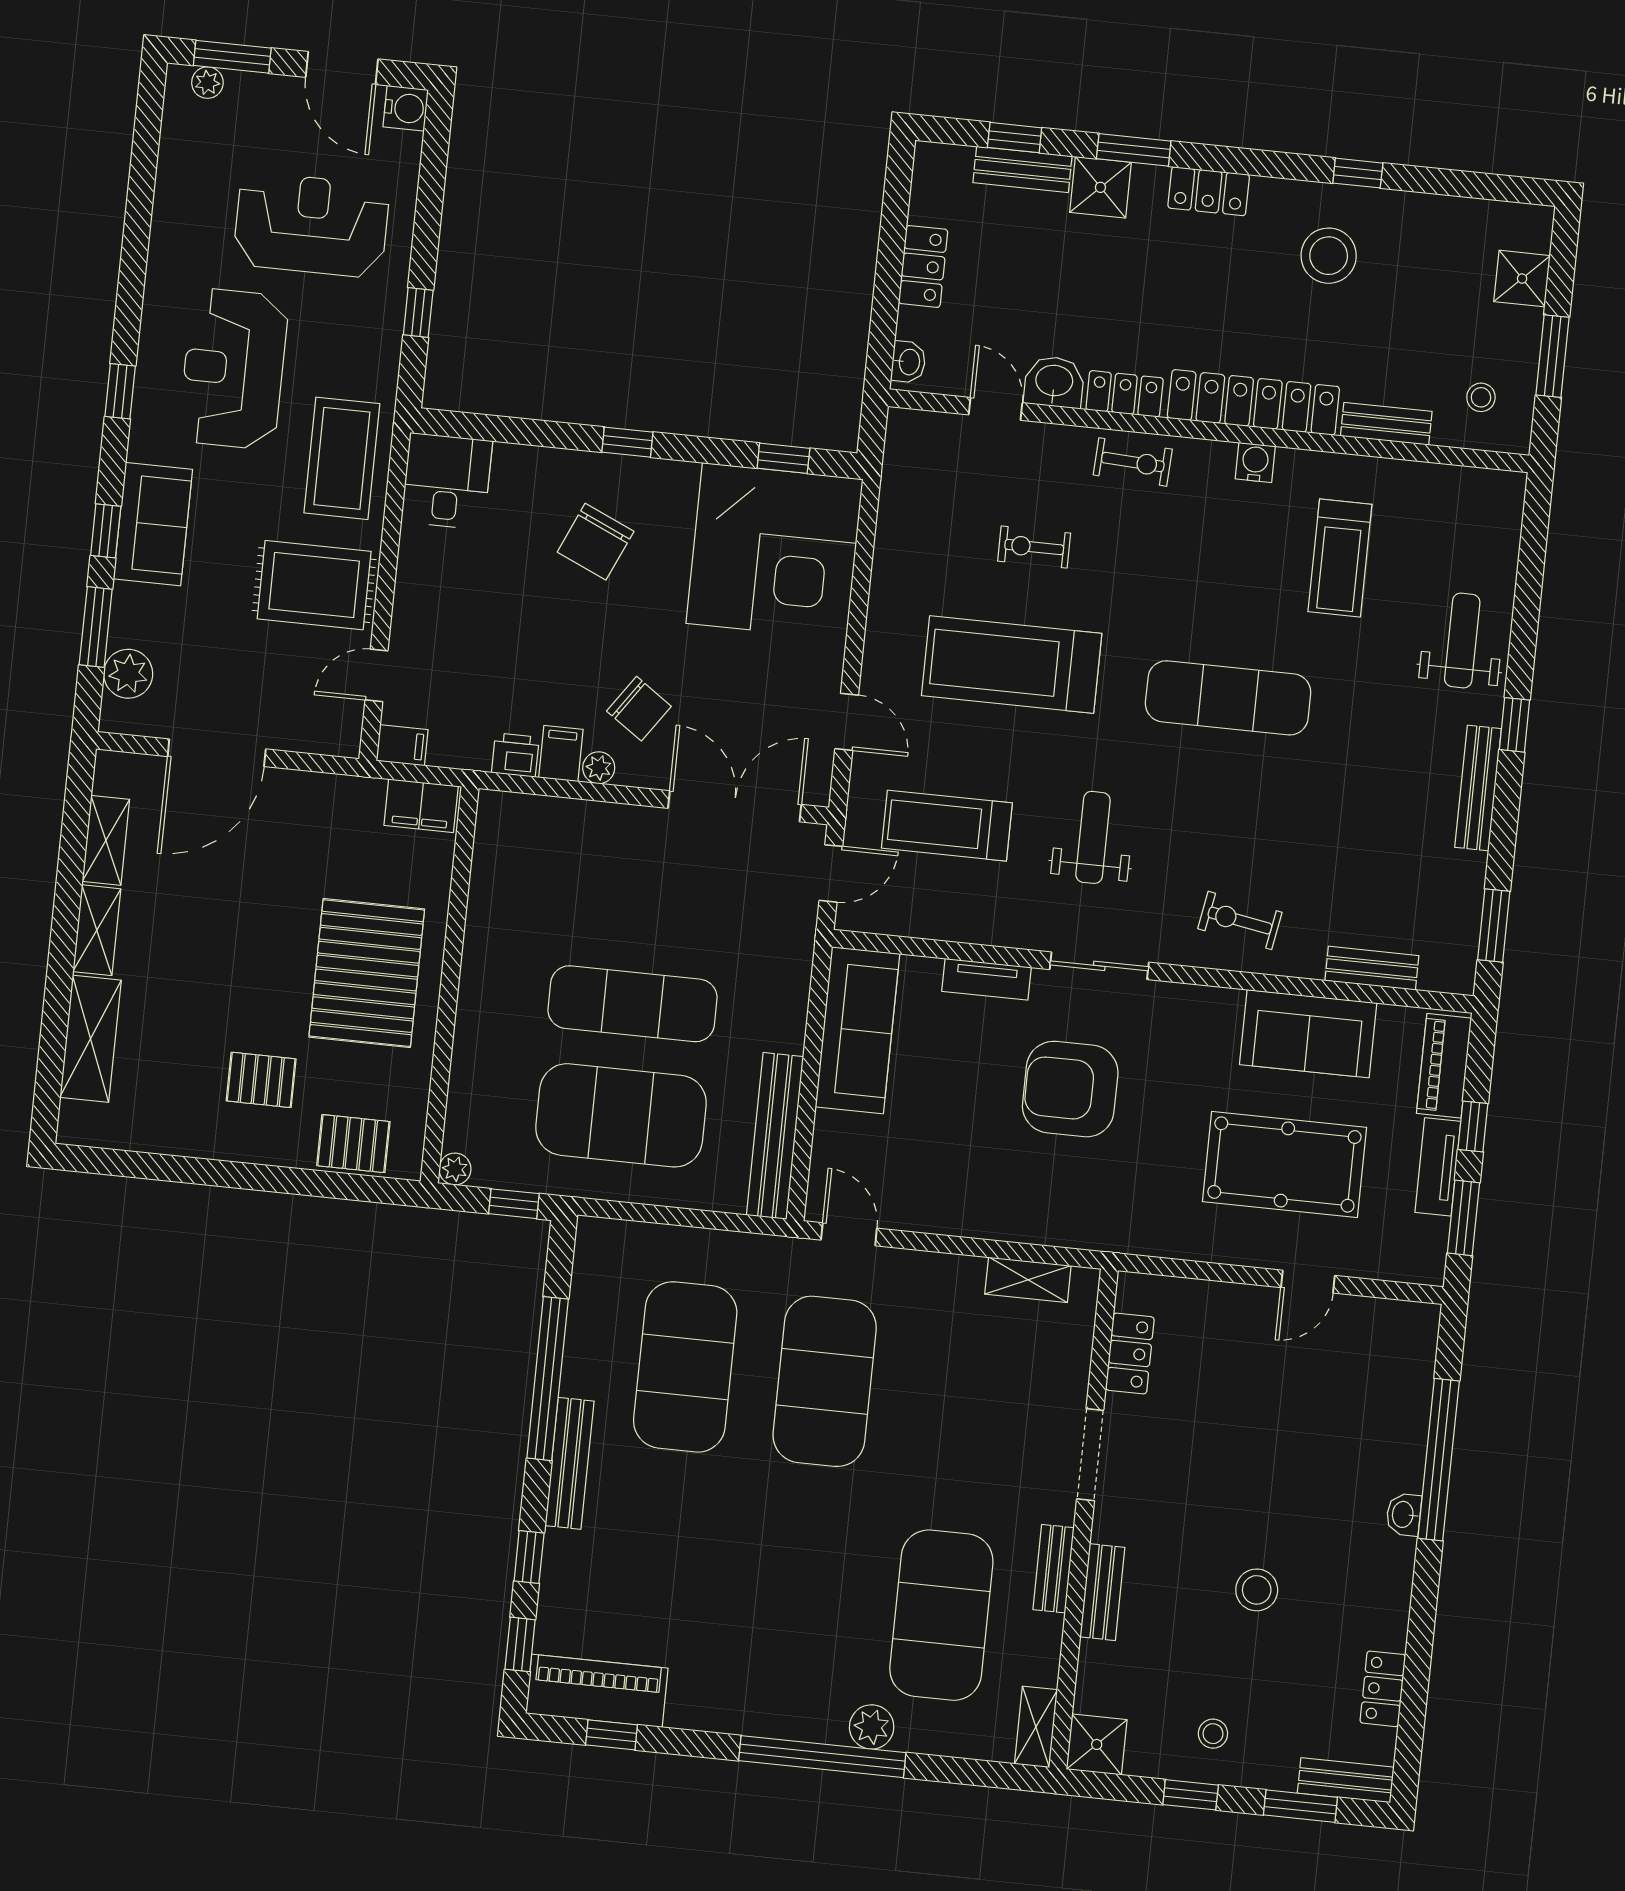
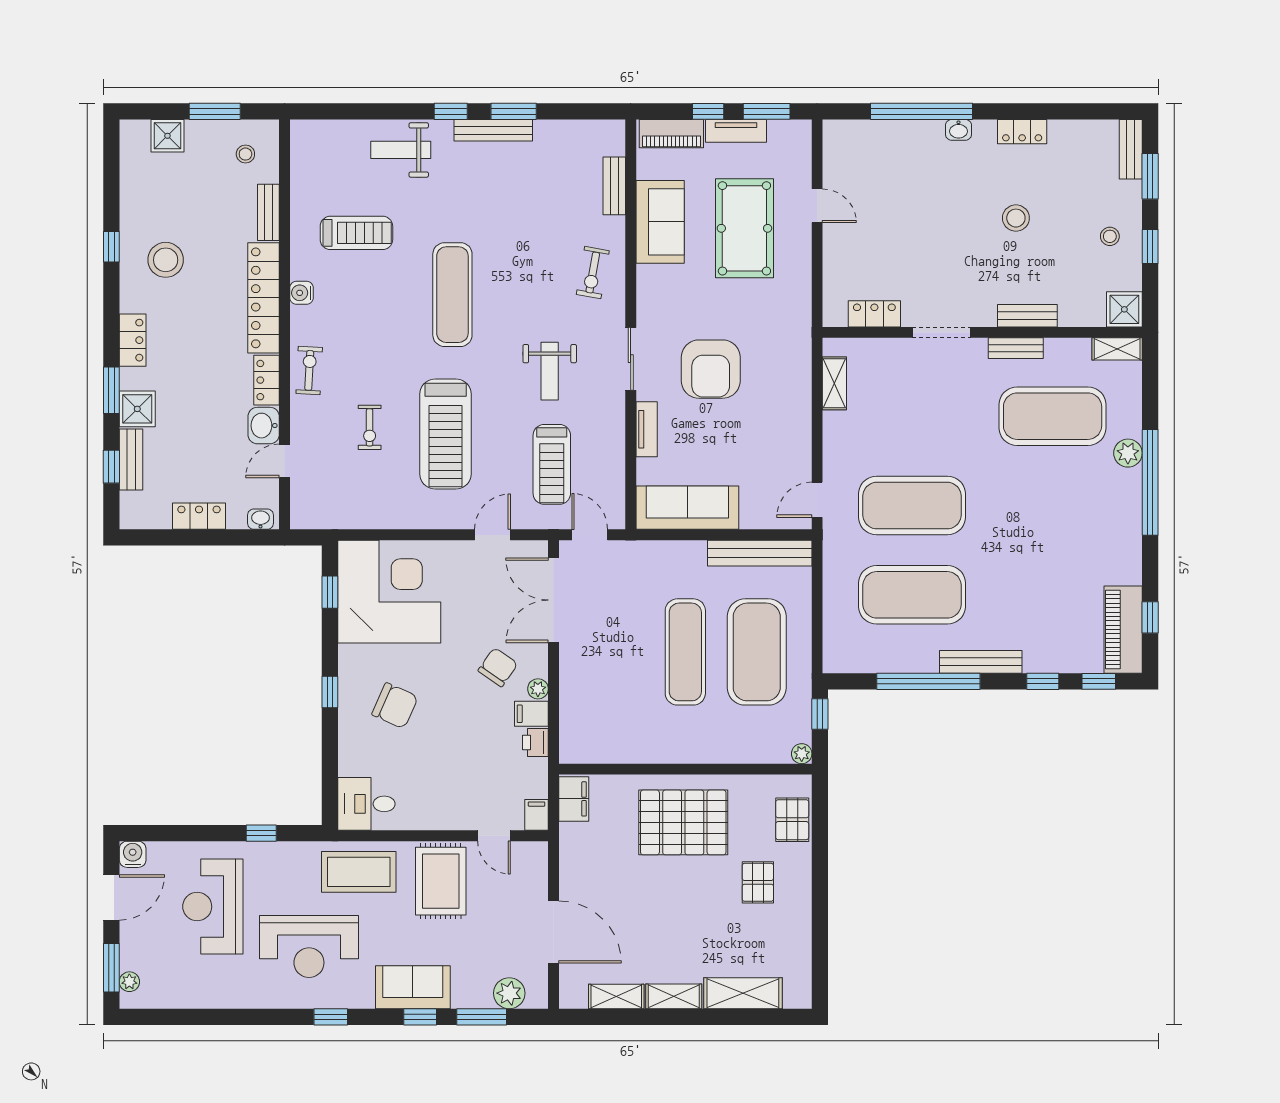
weight bench: (1093, 837) -> (550, 371), turned -90
window: (1494, 925) -> (514, 111), moved
locker: (1383, 1689) -> (1022, 132), moved

